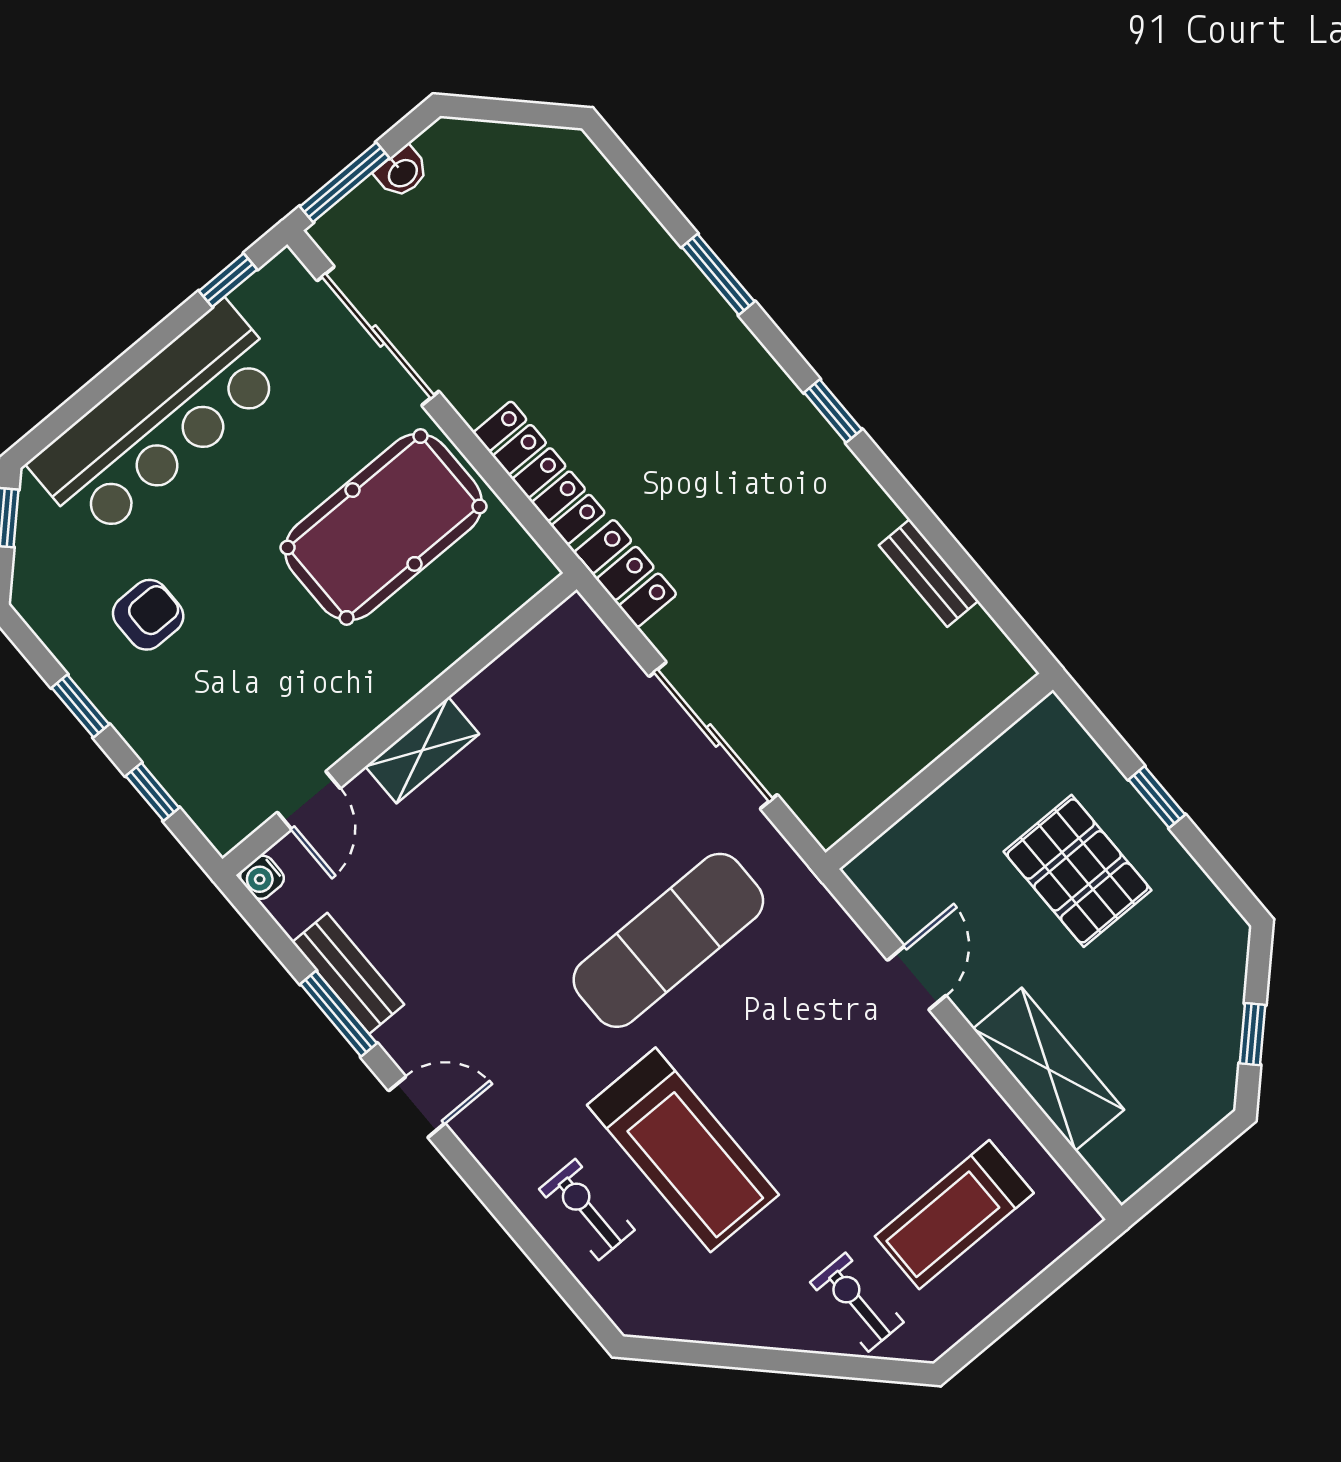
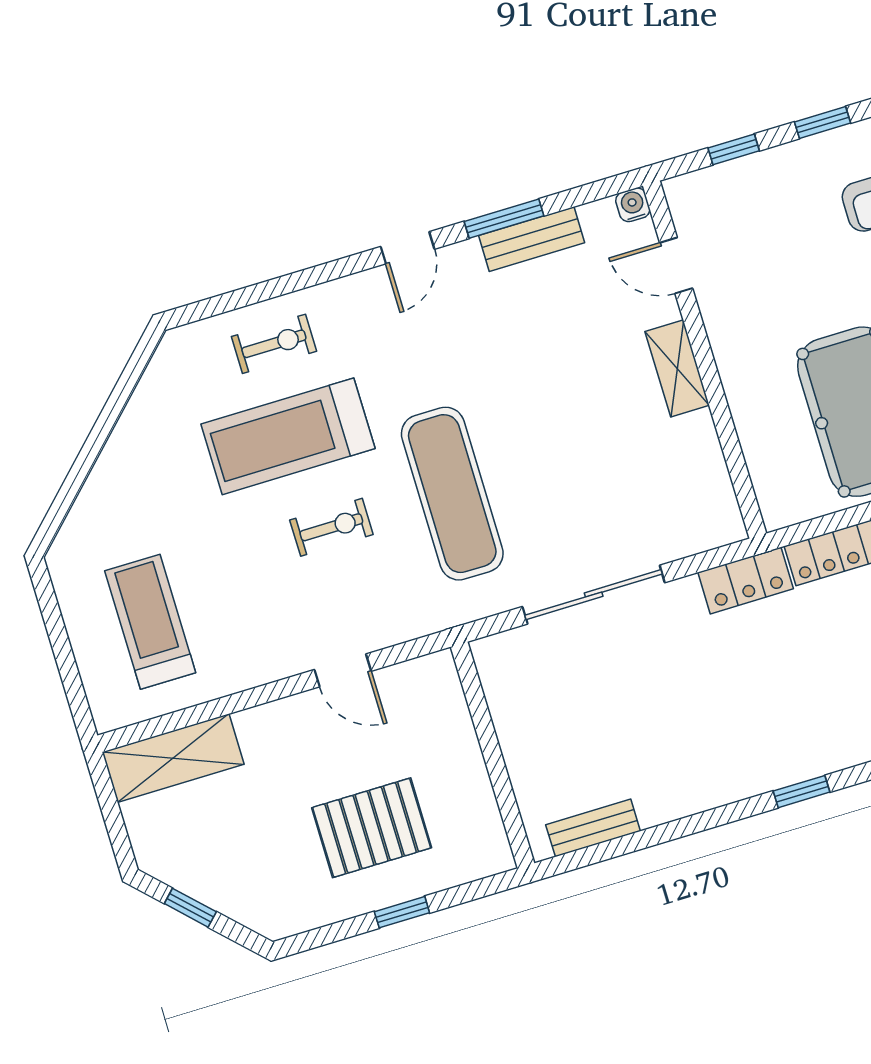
bench: (929, 573) -> (593, 828), moved
shelving: (1049, 1069) -> (173, 758), moved
exercise bike: (857, 1302) -> (331, 527), moved

